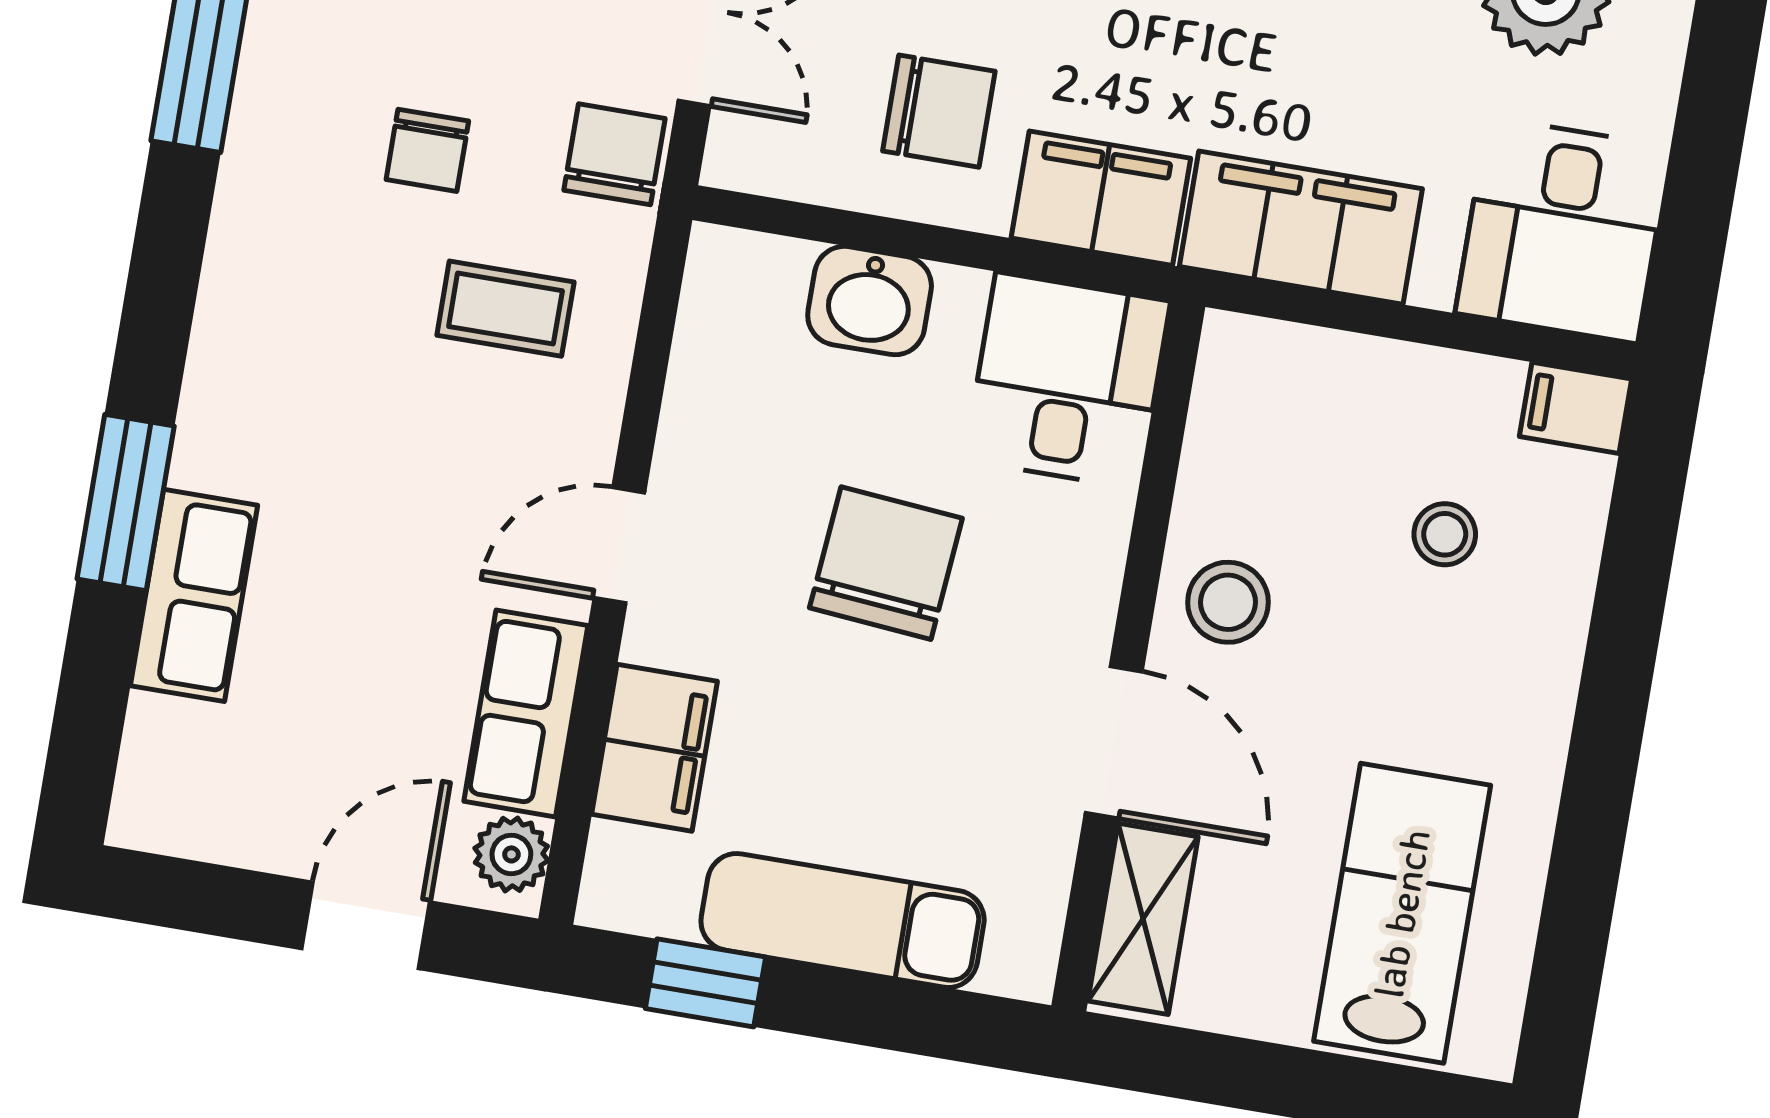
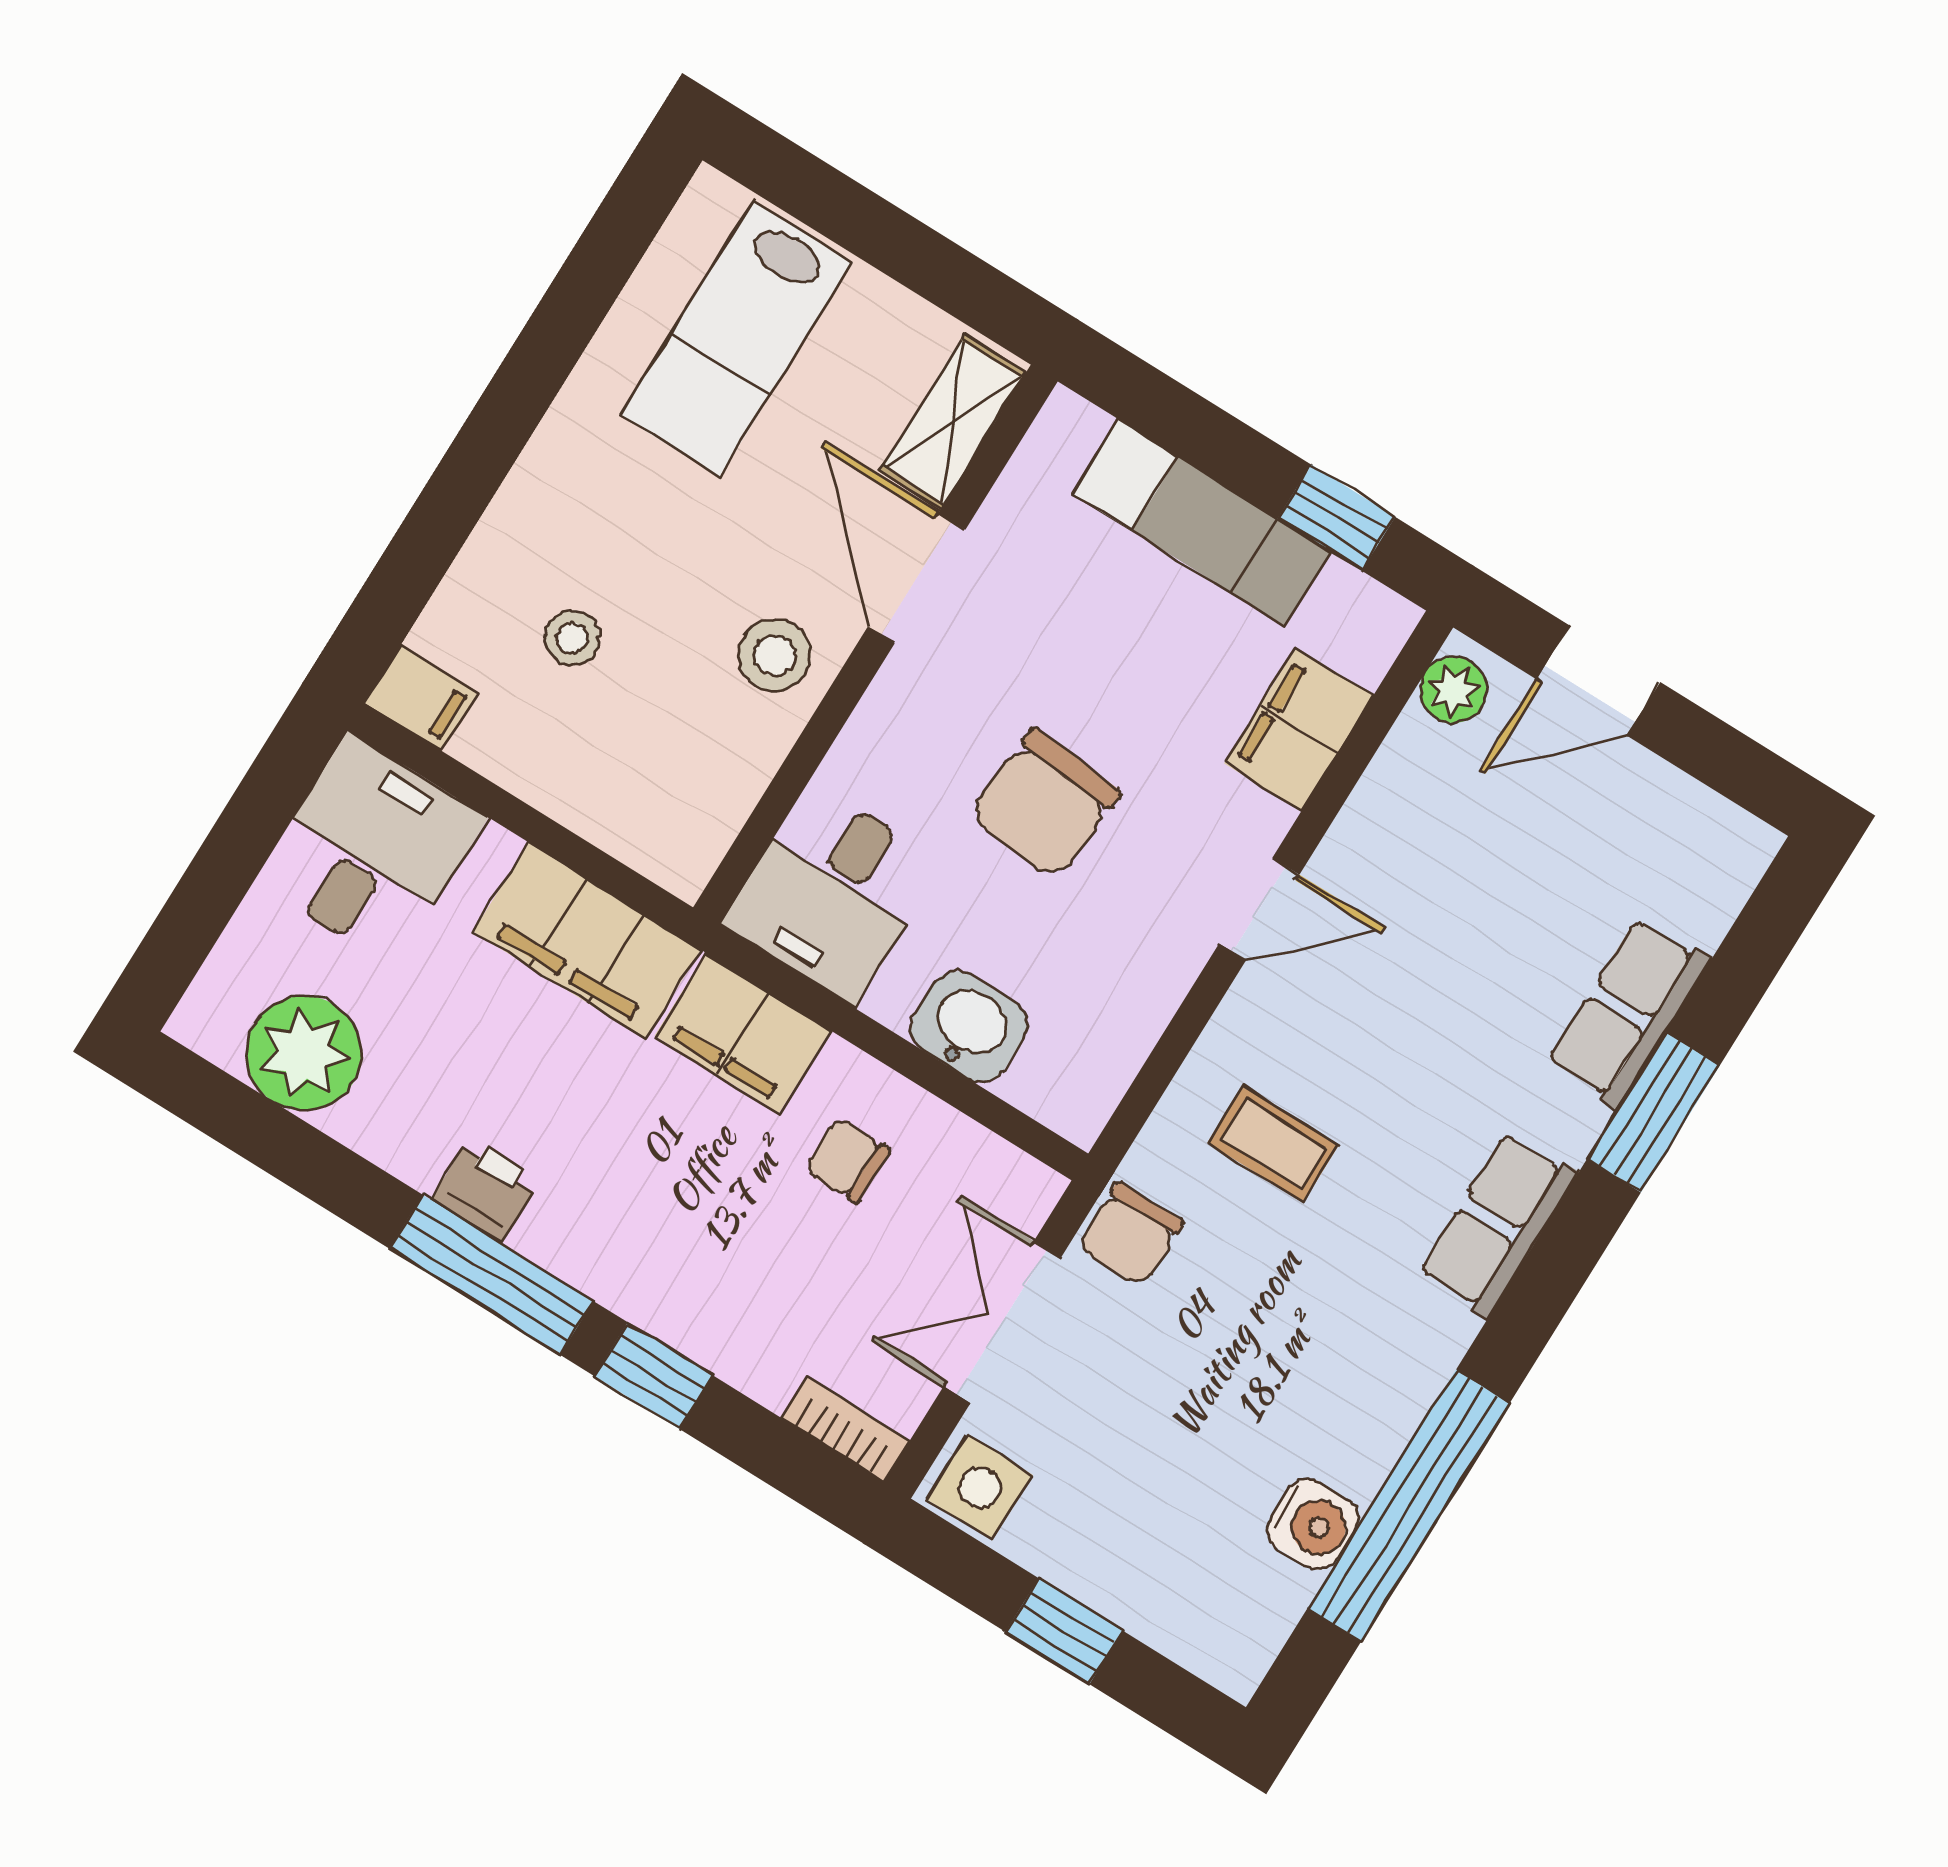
chair: (939, 111) -> (847, 1160), width x0.73, depth x0.73
chair: (427, 150) -> (1284, 1301), removed
row of seats: (526, 713) -> (1498, 1224), moved, turned 180

